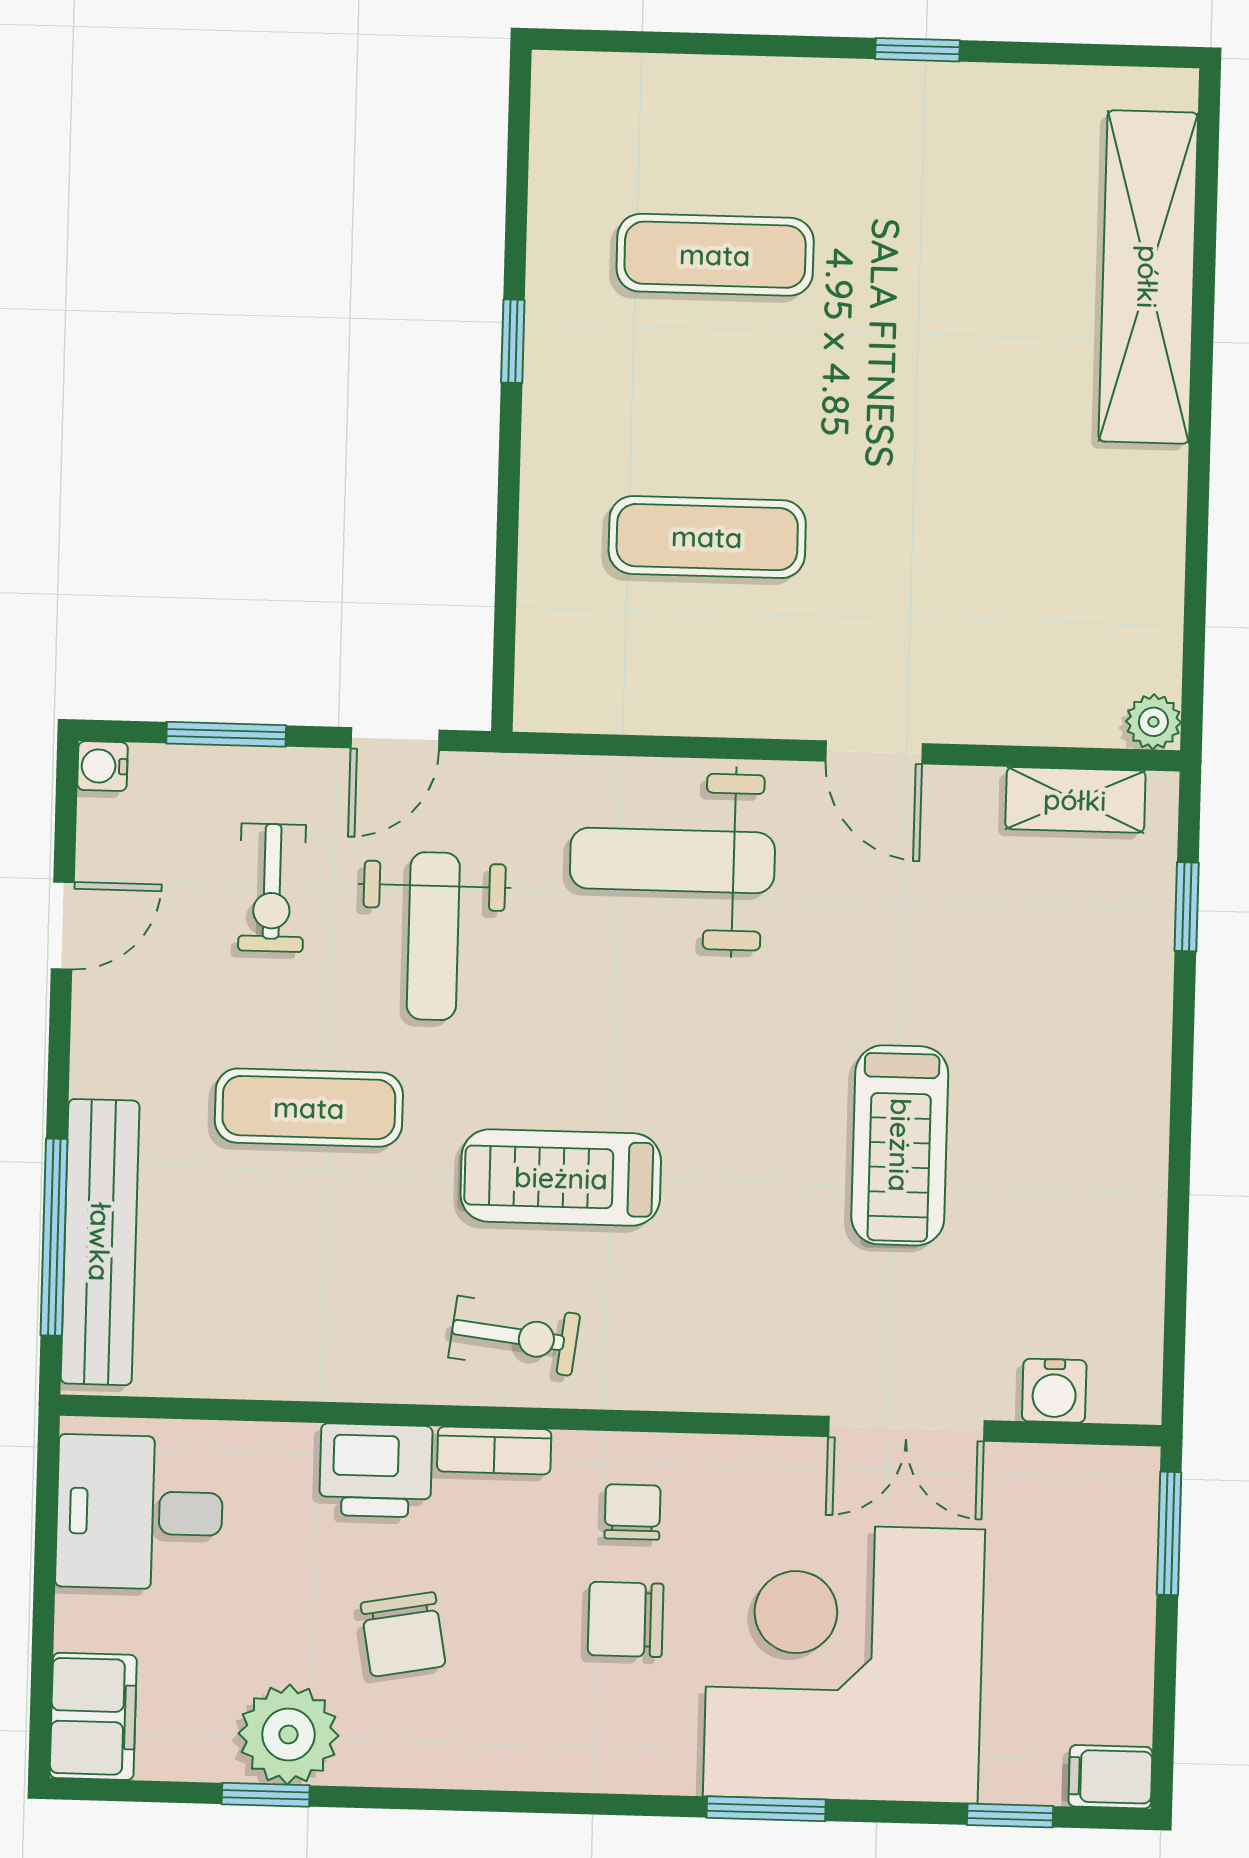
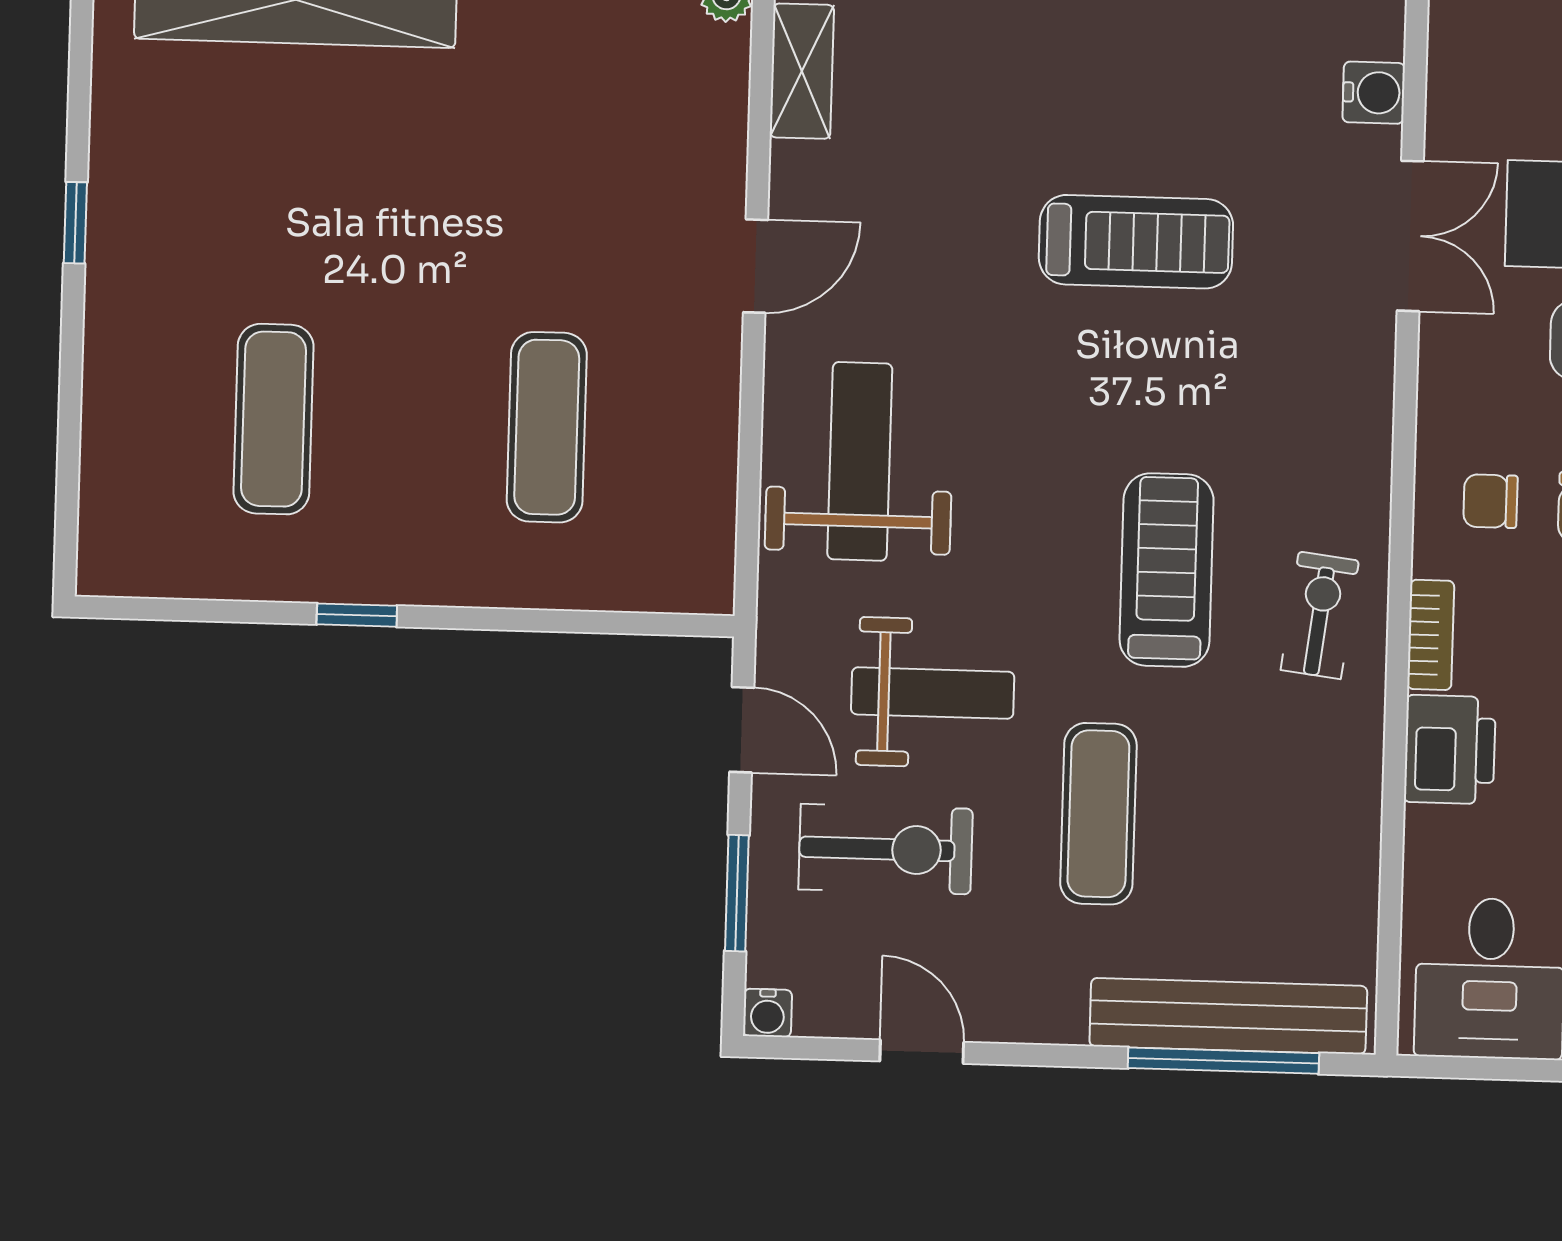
weight bench: (672, 860) -> (860, 461), turned 180
exercise bike: (272, 888) -> (886, 849), width x1.38, depth x1.39
treadmill: (561, 1178) -> (1167, 570), turned 180

